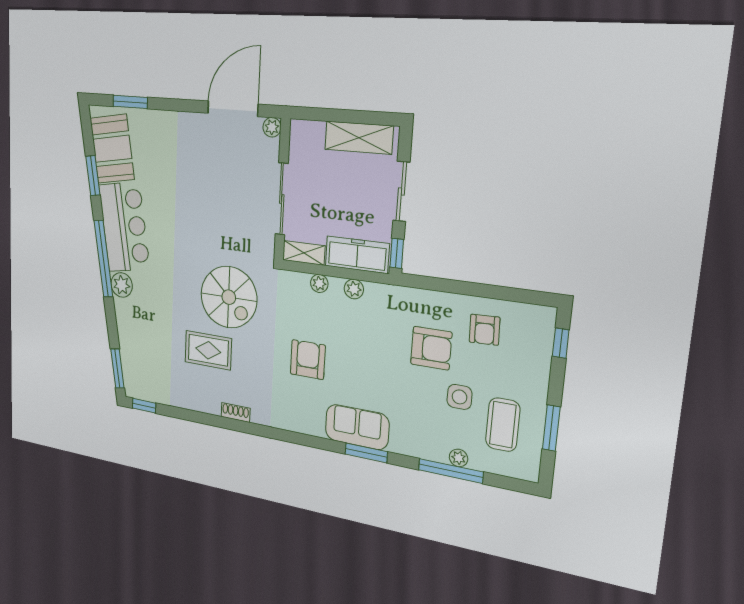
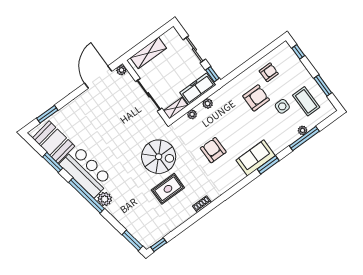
shelving: (359, 138) -> (148, 53), moved
armchair: (485, 330) -> (269, 72), turned -88

